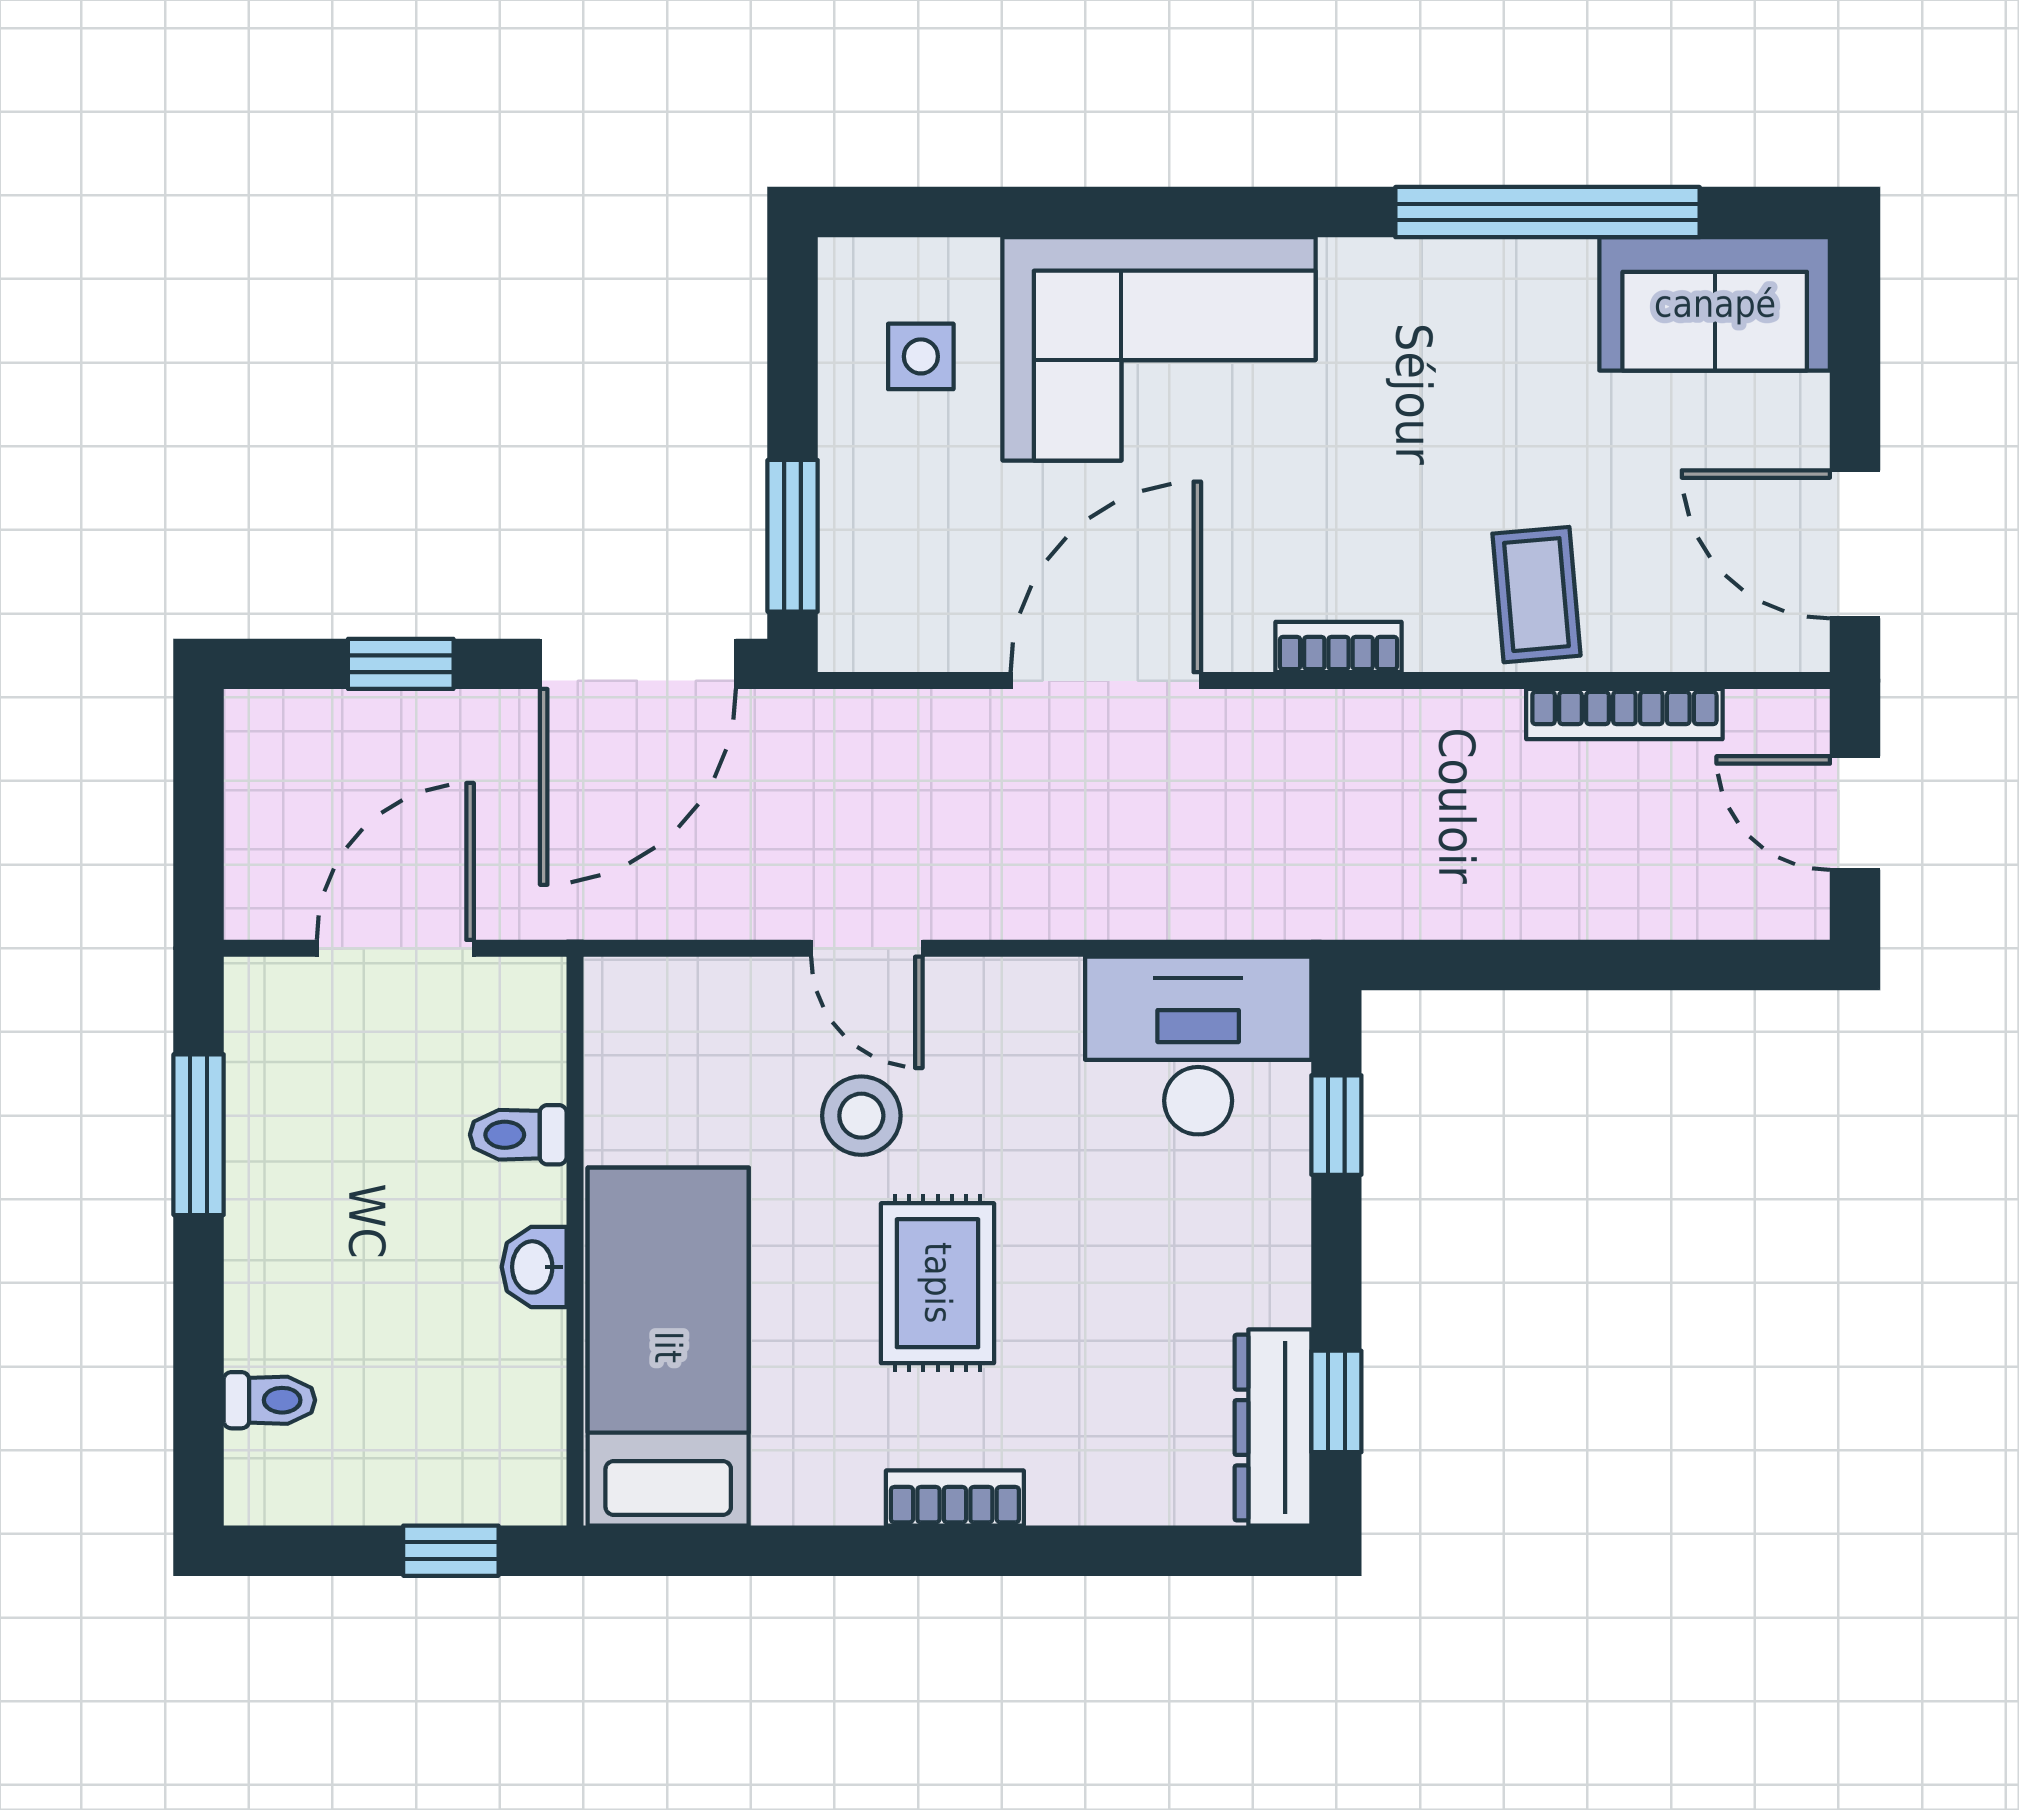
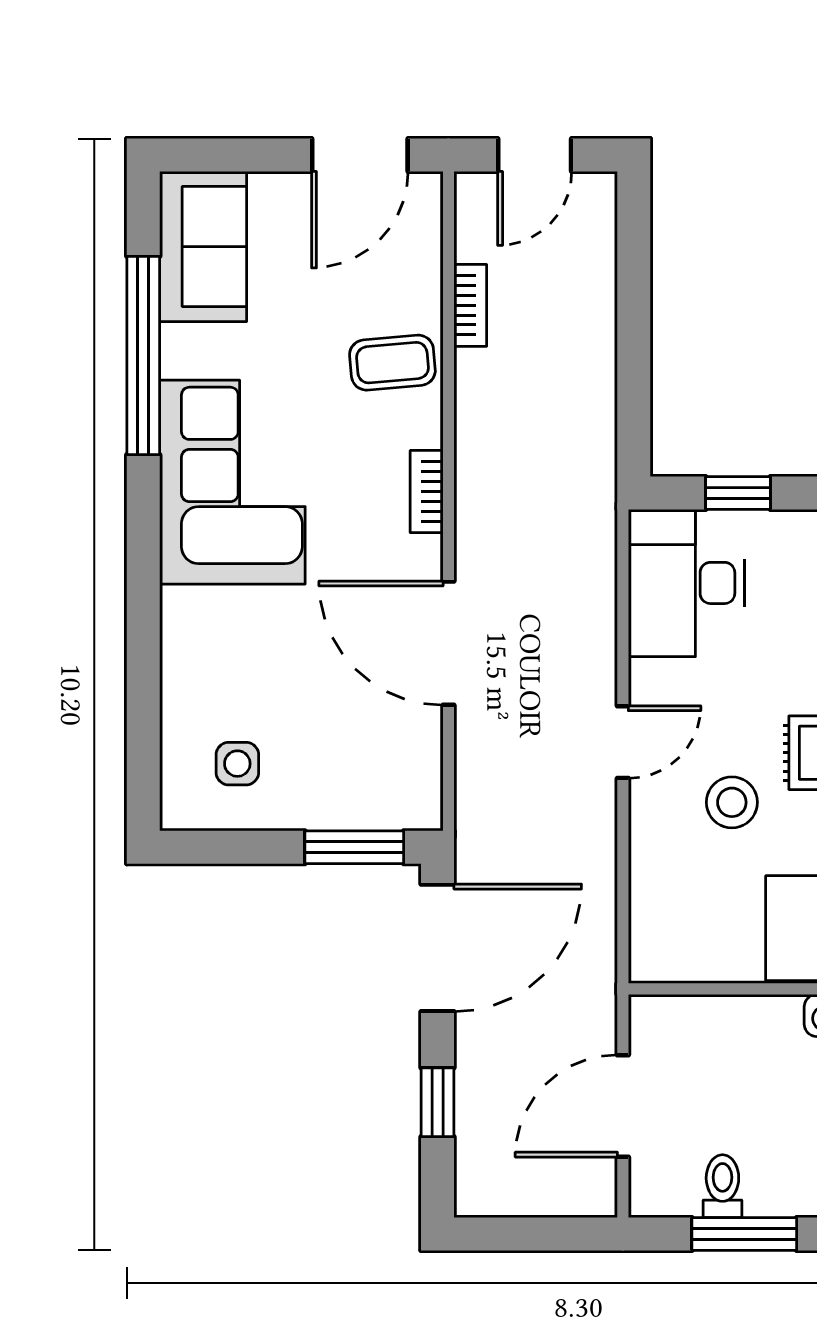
corner sofa: (1159, 349) -> (232, 482), moved
door: (638, 664) -> (438, 948), hinge flipped
bookcase: (1624, 714) -> (470, 305), width x0.64
door: (395, 948) -> (623, 1106), hinge flipped
door: (867, 948) -> (623, 742), moved
toilet: (518, 1135) -> (722, 1186), moved, turned 180

